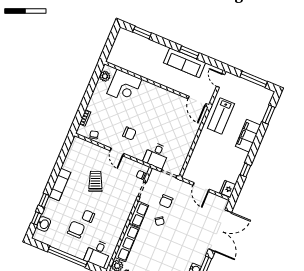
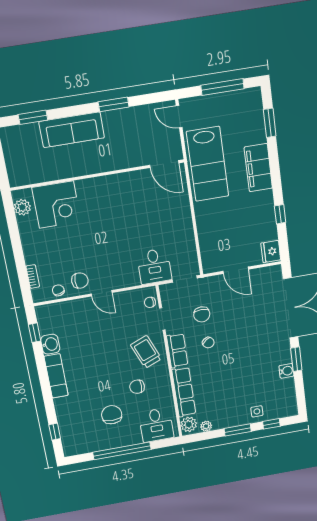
sofa: (185, 63) -> (72, 130), moved
lab bench: (221, 116) -> (208, 164), width x1.36, depth x1.39
chair: (129, 133) -> (80, 281), moved
trolley: (95, 181) -> (146, 352), moved
window: (44, 200) -> (35, 333), moved
chair: (88, 216) -> (137, 387), moved
washbasin: (44, 224) -> (50, 344), moved

